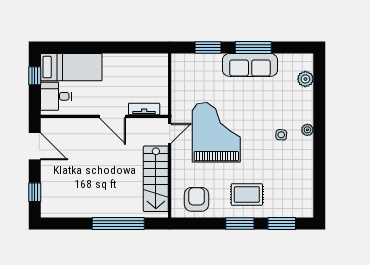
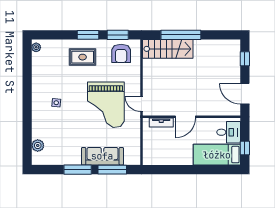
window: (208, 47) -> (112, 170), width x1.44
sofa: (250, 65) -> (102, 156), moved
door: (112, 116) -> (185, 117), swing flipped
plant: (307, 130) -> (36, 47), moved
door: (170, 133) -> (142, 104), hinge flipped
stairs: (156, 179) -> (168, 49), moved, turned 90
window: (282, 223) -> (118, 35), moved

